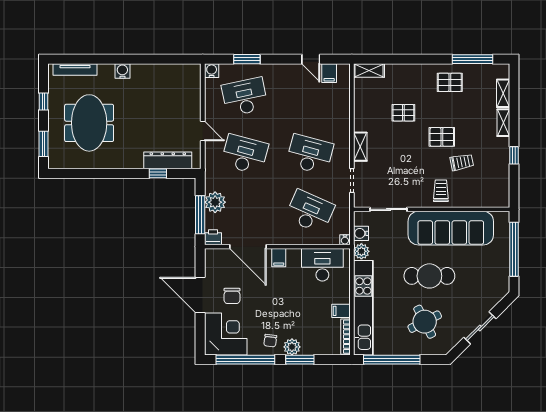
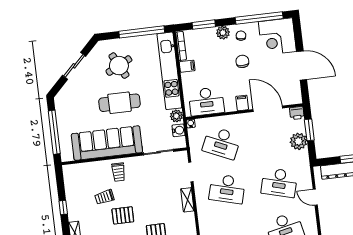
window: (200, 215) -> (309, 130), width x0.69
chair: (232, 296) -> (242, 61), moved
window: (300, 360) -> (204, 25), moved

